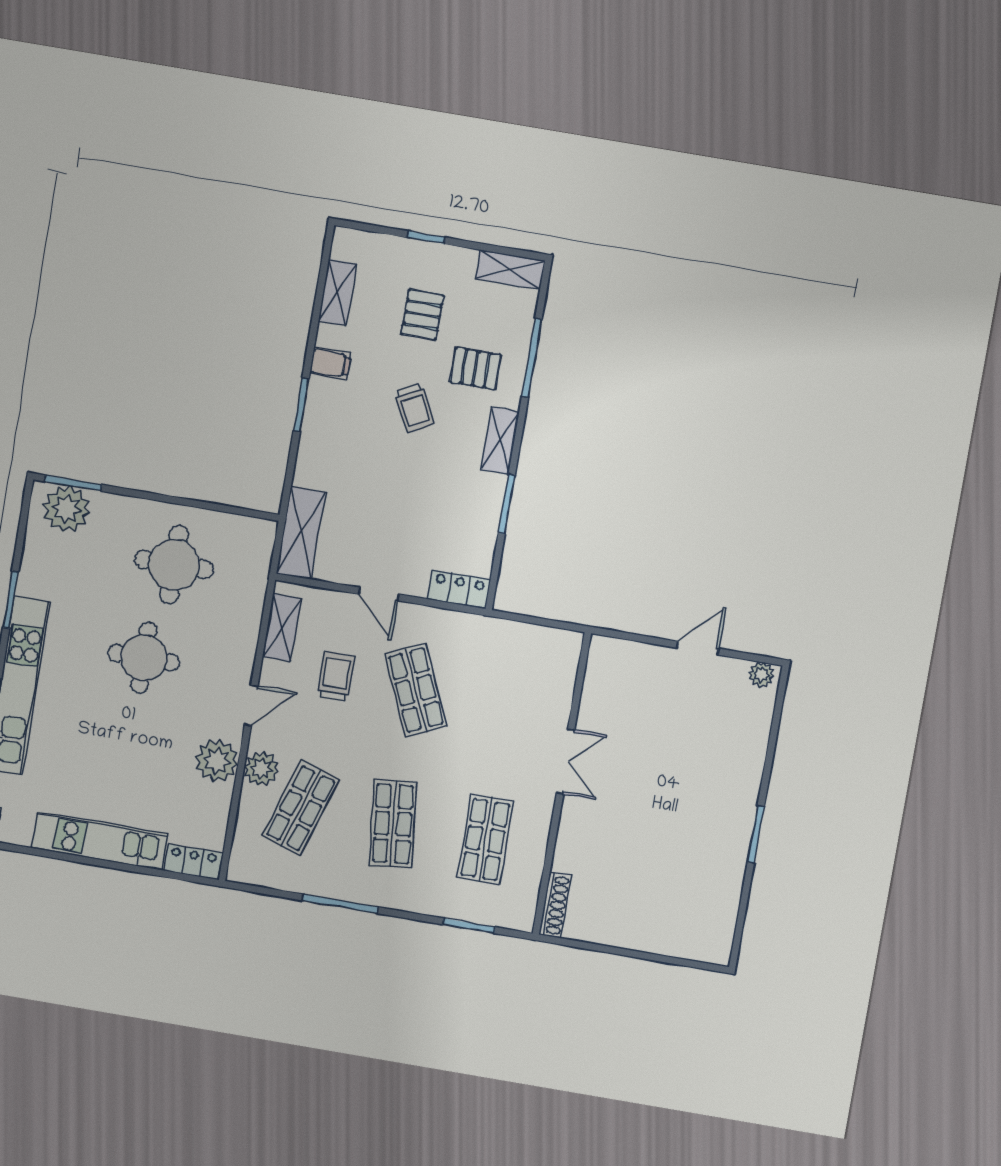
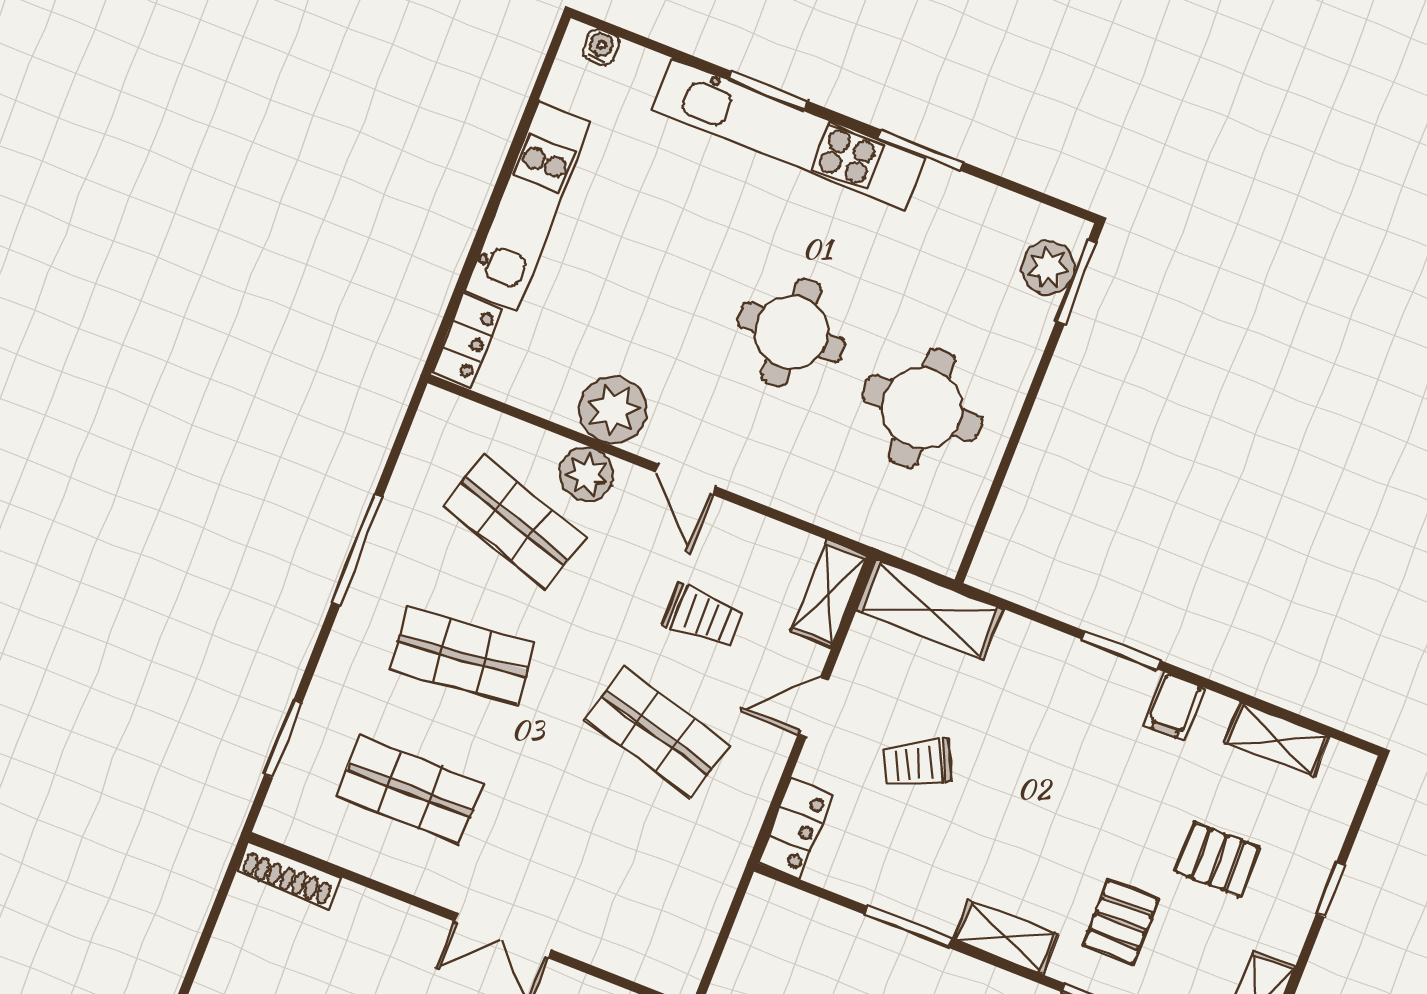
trolley: (415, 408) -> (918, 763), moved
plant: (67, 509) -> (1048, 268), width x0.73, depth x0.73
shelving: (282, 628) -> (829, 593), moved, turned 90
shop shelf: (416, 690) -> (657, 732), turned 39

